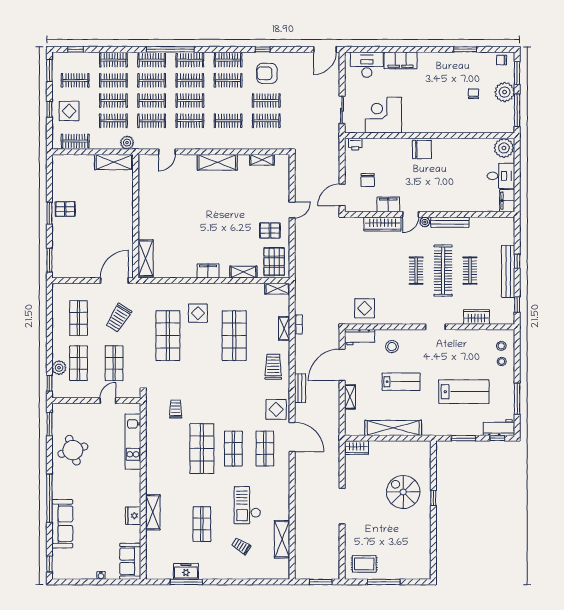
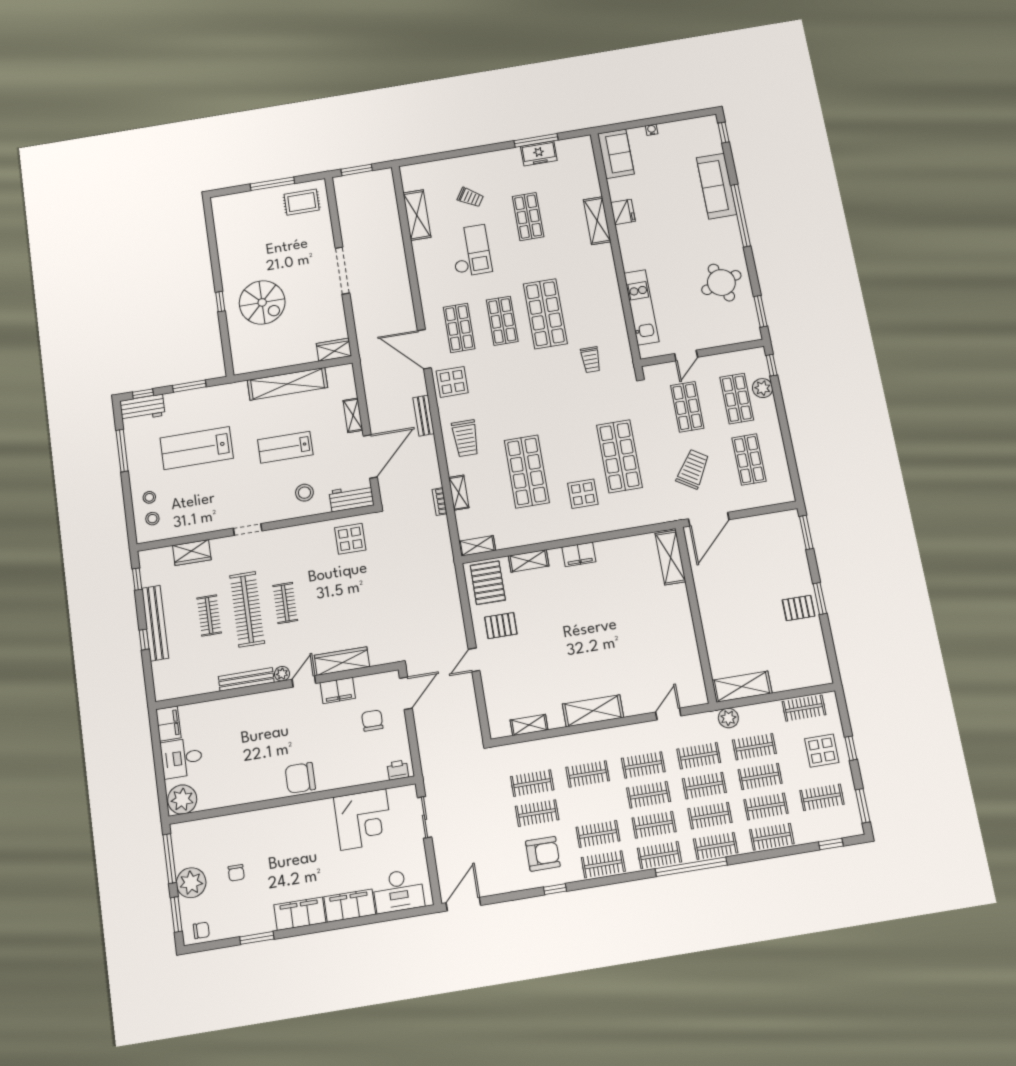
filing cabinet: (434, 60) -> (300, 914), added

